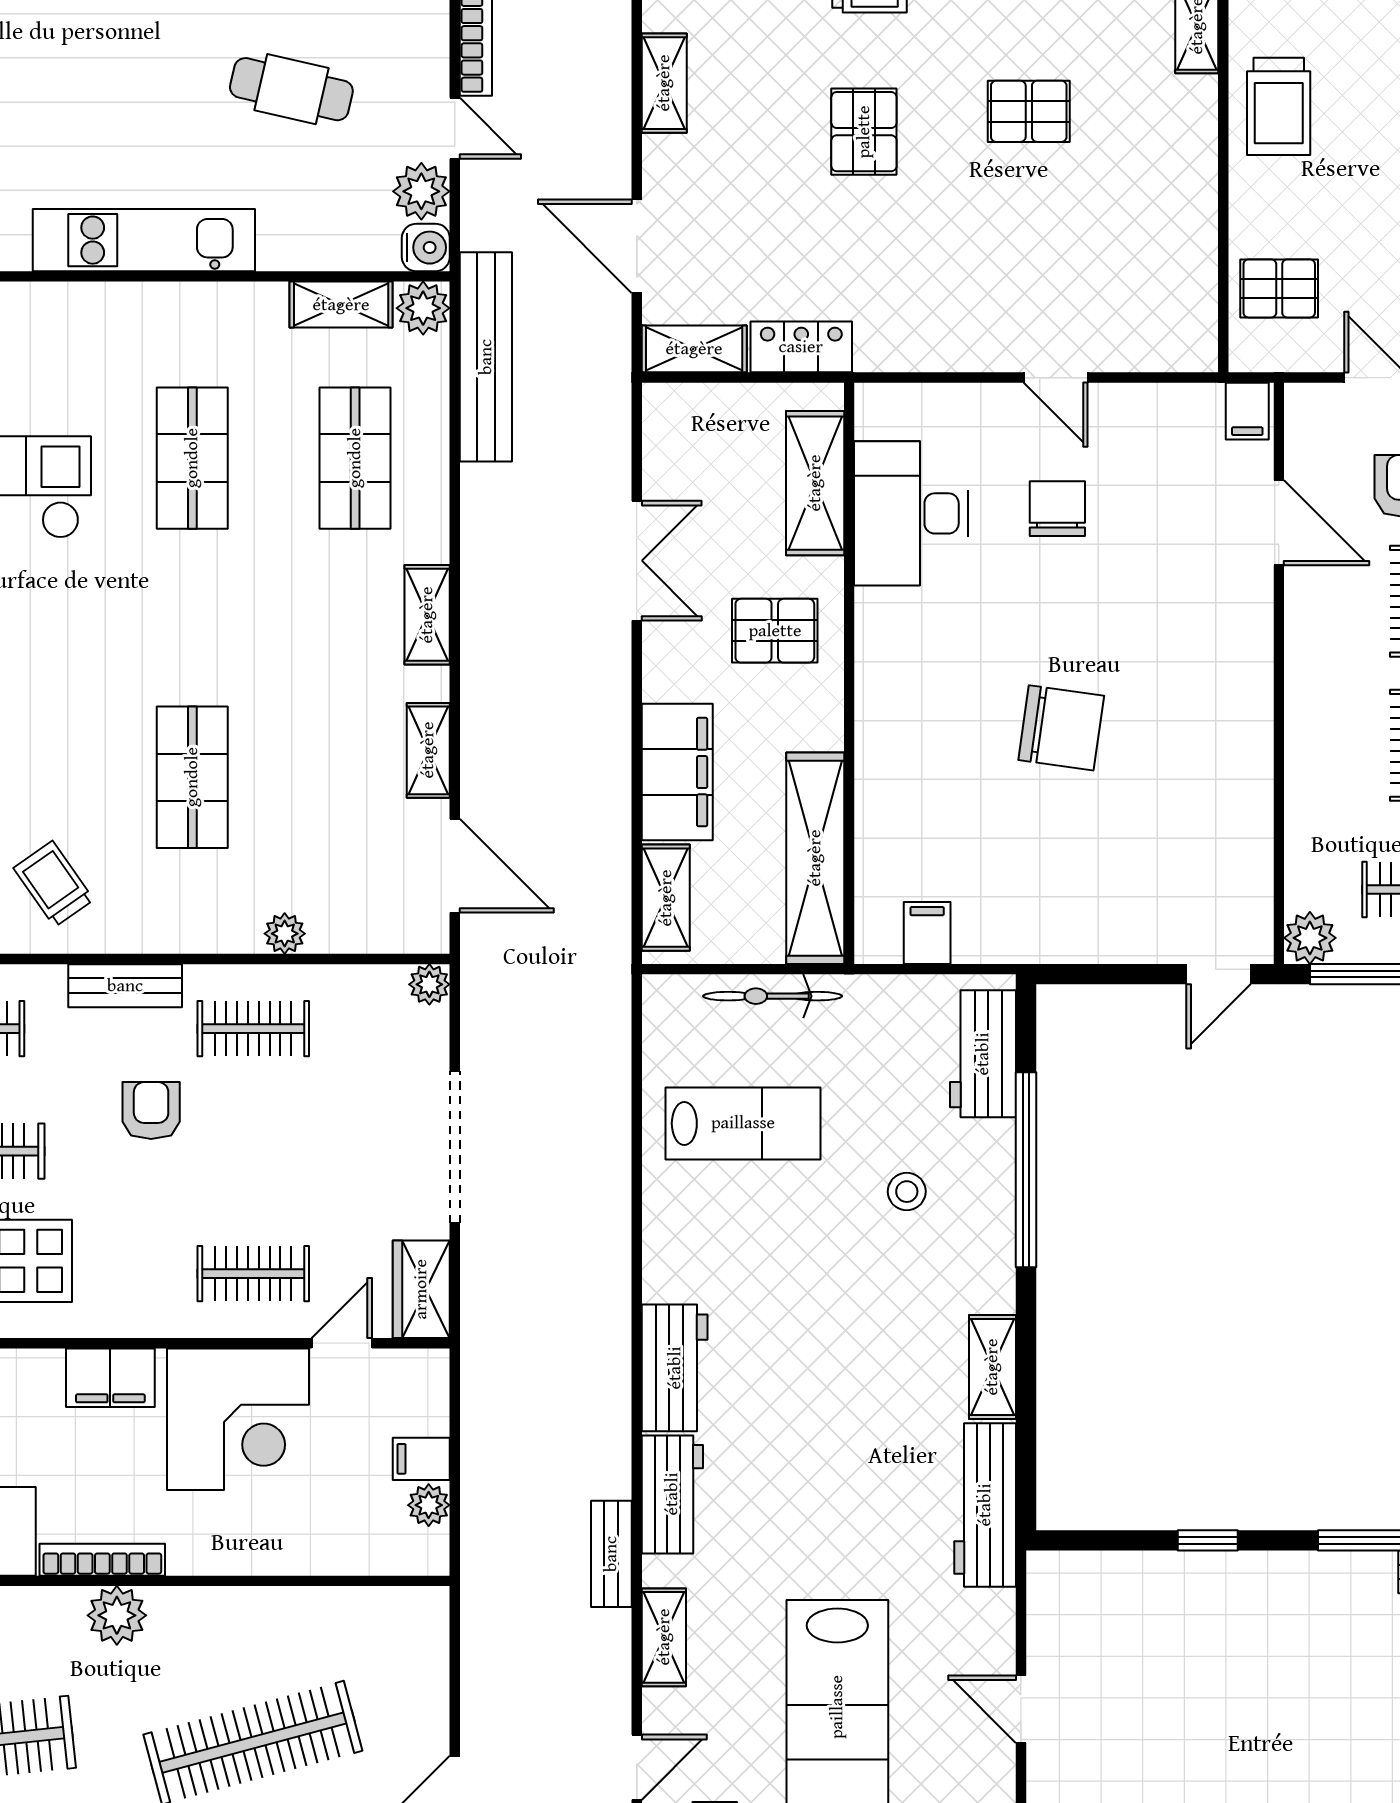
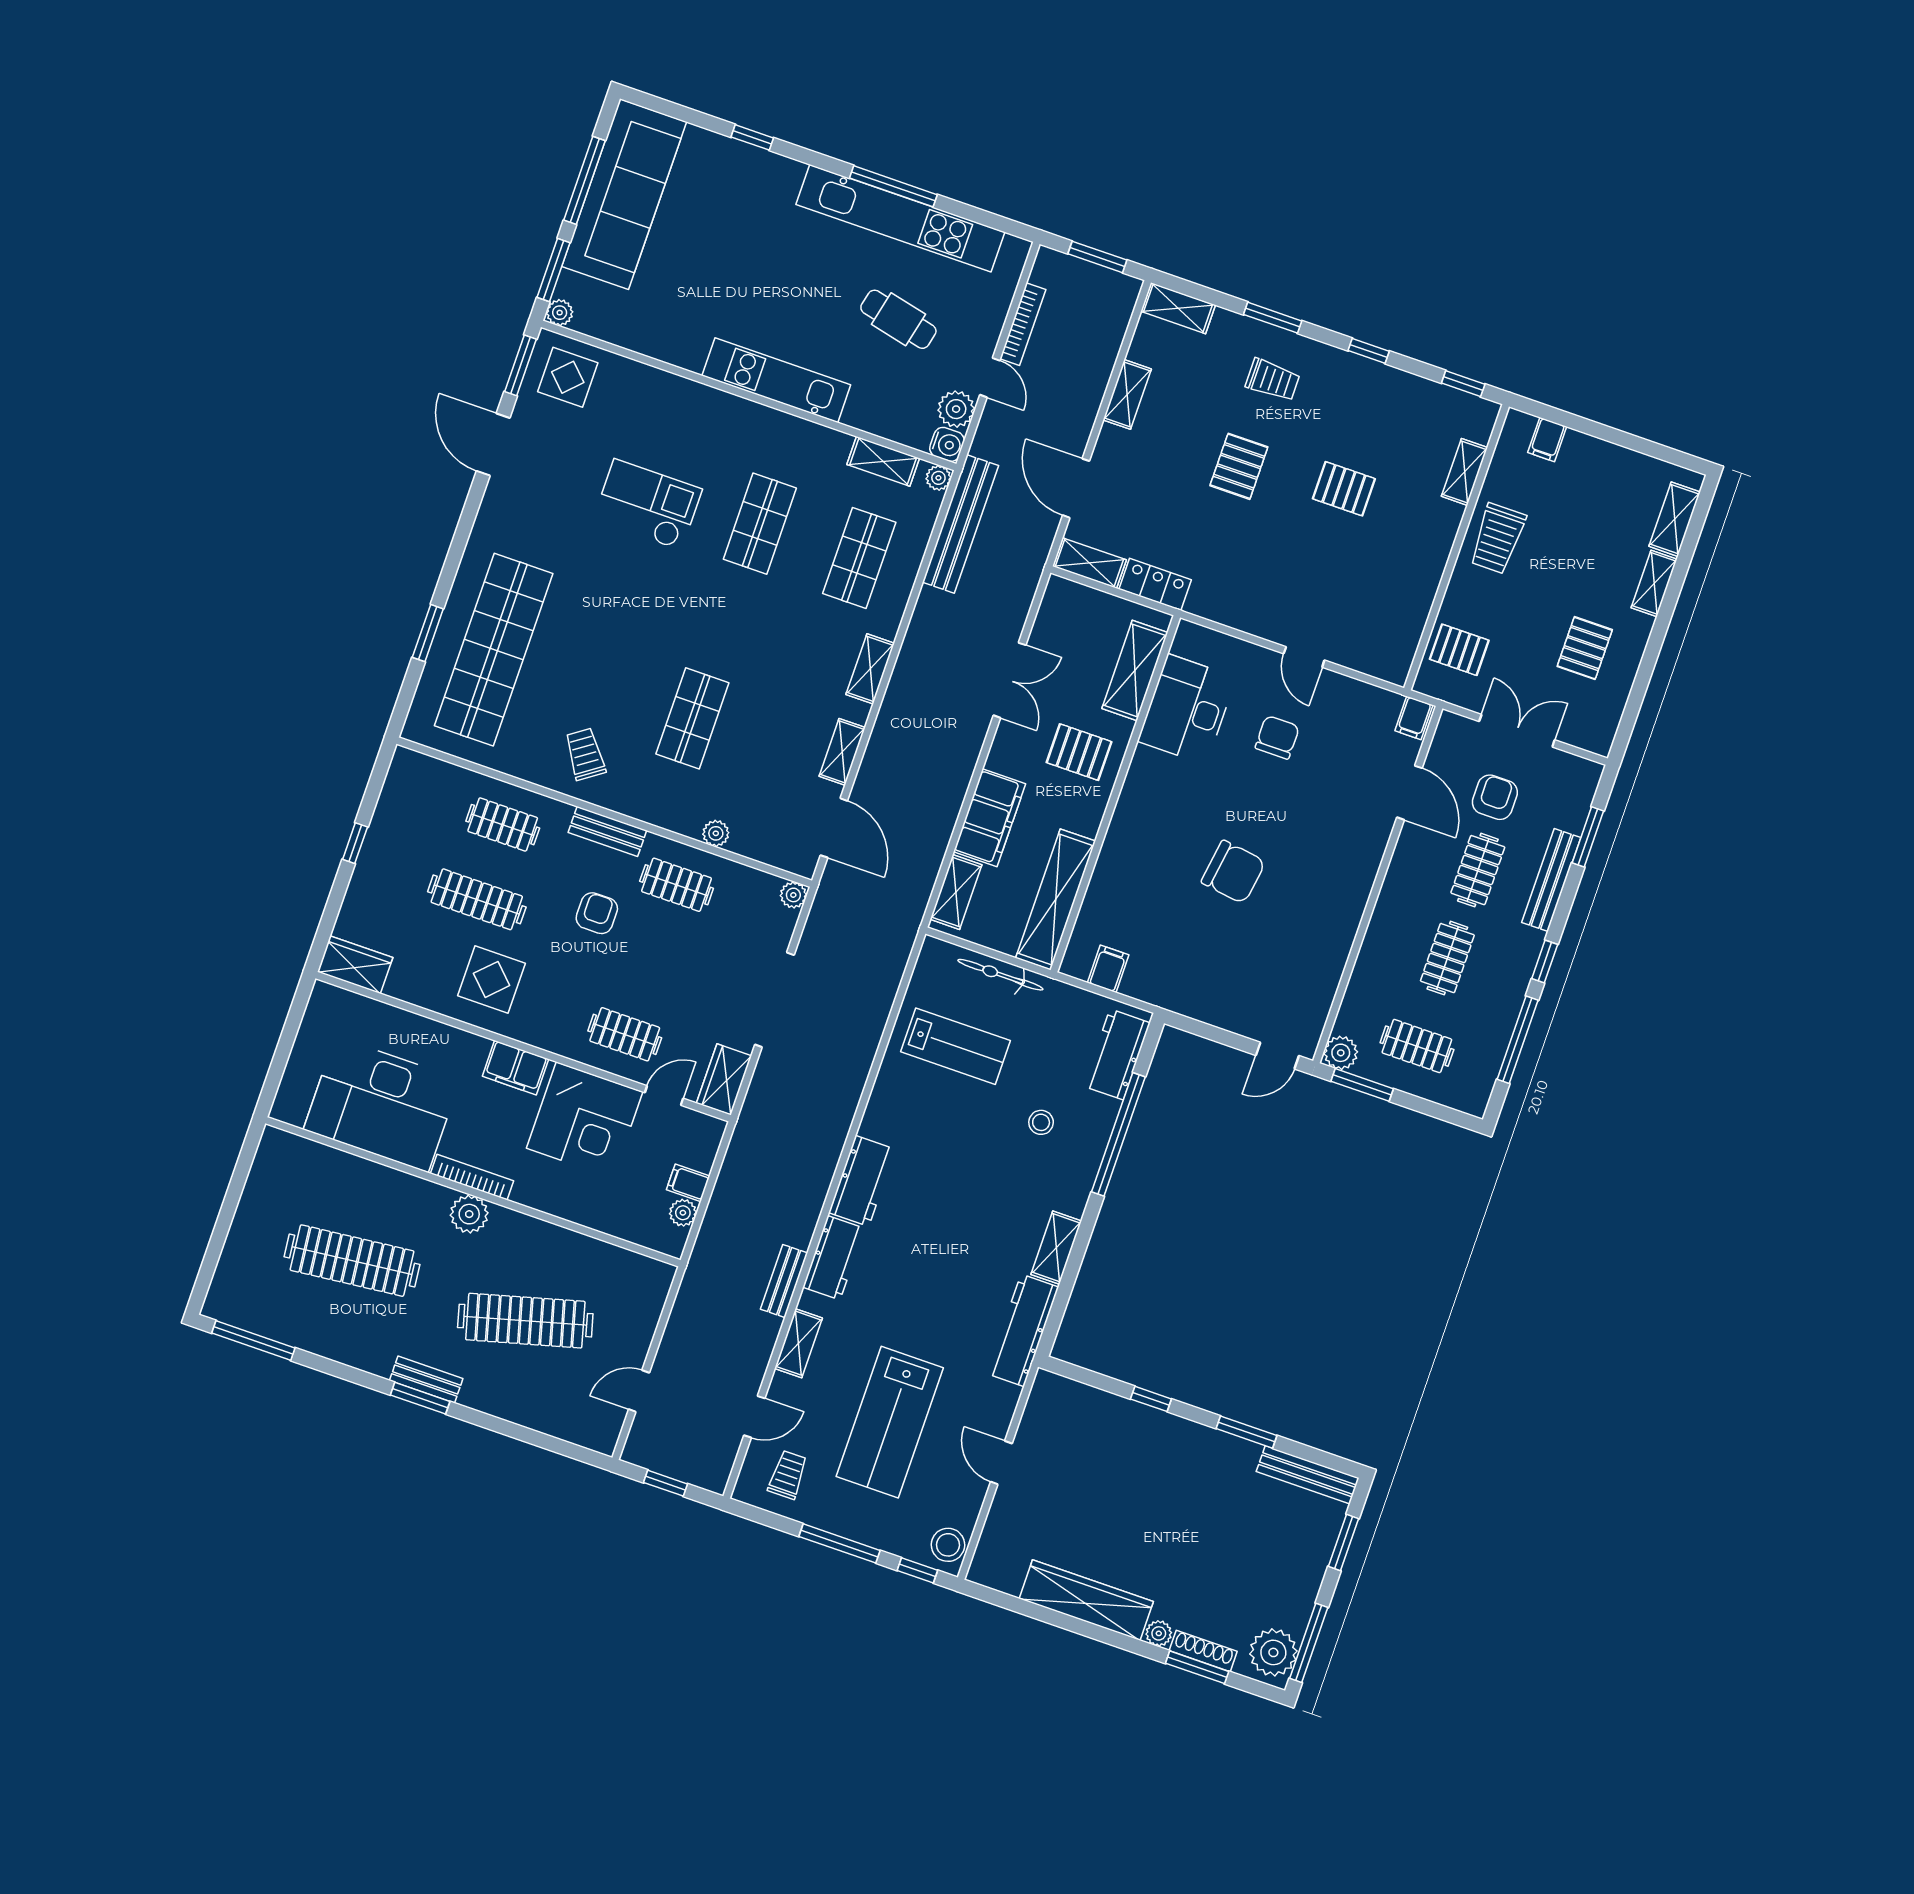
plant: (423, 308) -> (938, 478), width x0.73, depth x0.73

